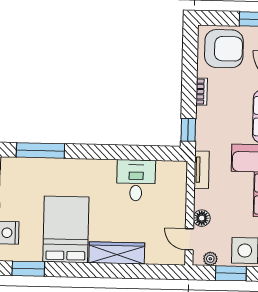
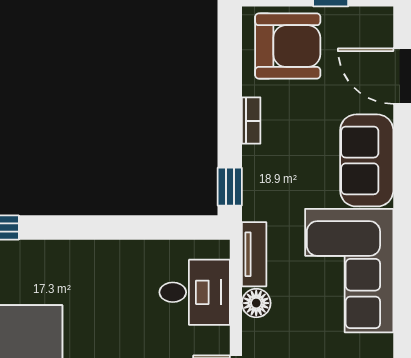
desk: (136, 180) -> (195, 292), moved, turned 90
floor lamp: (202, 218) -> (256, 303), moved

